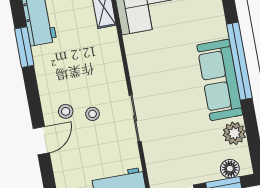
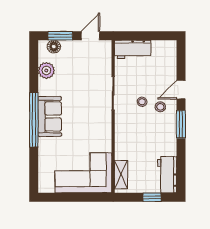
window: (24, 47) -> (181, 124), moved
sofa: (220, 80) -> (50, 116), width x0.73

